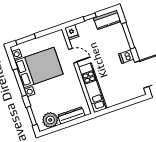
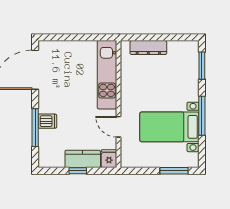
kitchen counter: (107, 20) -> (83, 159), moved
dishwasher: (126, 57) -> (47, 121), moved
bed with nightstands: (39, 67) -> (169, 127), width x0.73
plant: (50, 120) -> (179, 51), removed

